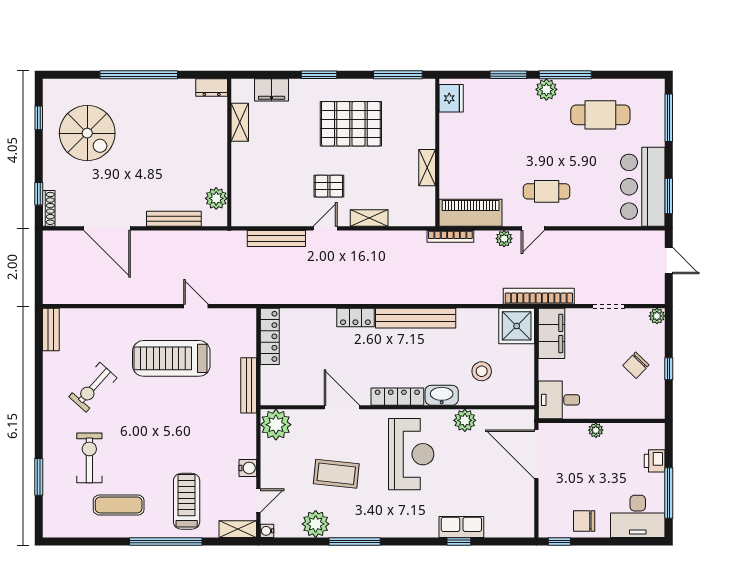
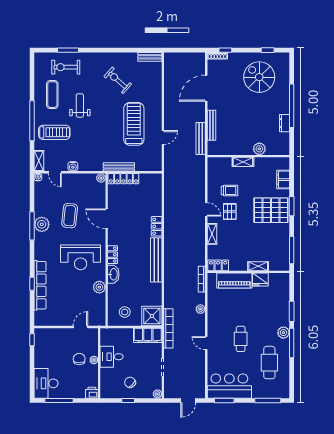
dresser: (212, 88) -> (285, 123), moved
fridge: (451, 98) -> (260, 280), moved
shelving: (240, 122) -> (243, 162), moved
pallet: (351, 124) -> (271, 210), moved, turned 90
spiral stairs: (87, 133) -> (259, 77), turned 90
shelving: (427, 168) -> (258, 266), moved
trolley: (291, 186) -> (230, 190), added
cafe table: (547, 191) -> (241, 339), moved
plant: (216, 198) -> (259, 149), moved
locker: (426, 207) -> (218, 265), added
piano: (471, 213) -> (234, 281), moved, turned 90
door: (533, 228) -> (206, 343), moved
bench: (276, 238) -> (201, 138), moved
locker: (270, 336) -> (123, 179), moved
stool: (482, 371) -> (125, 312), moved
locker: (397, 397) -> (113, 255), width x0.66
desk: (559, 400) -> (112, 357), moved, turned -90
door: (342, 407) -> (107, 219), swing flipped
plant: (276, 425) -> (101, 178), width x0.53, depth x0.53
door: (536, 454) -> (80, 327), width x0.53
weight bench: (138, 455) -> (80, 105), added
exercise bike: (89, 458) -> (66, 67), moved, turned 180
printer: (655, 461) -> (92, 393), moved
chair: (584, 521) -> (79, 359), moved
plant: (316, 524) -> (42, 224), moved
row of seats: (461, 527) -> (40, 285), width x2.02

